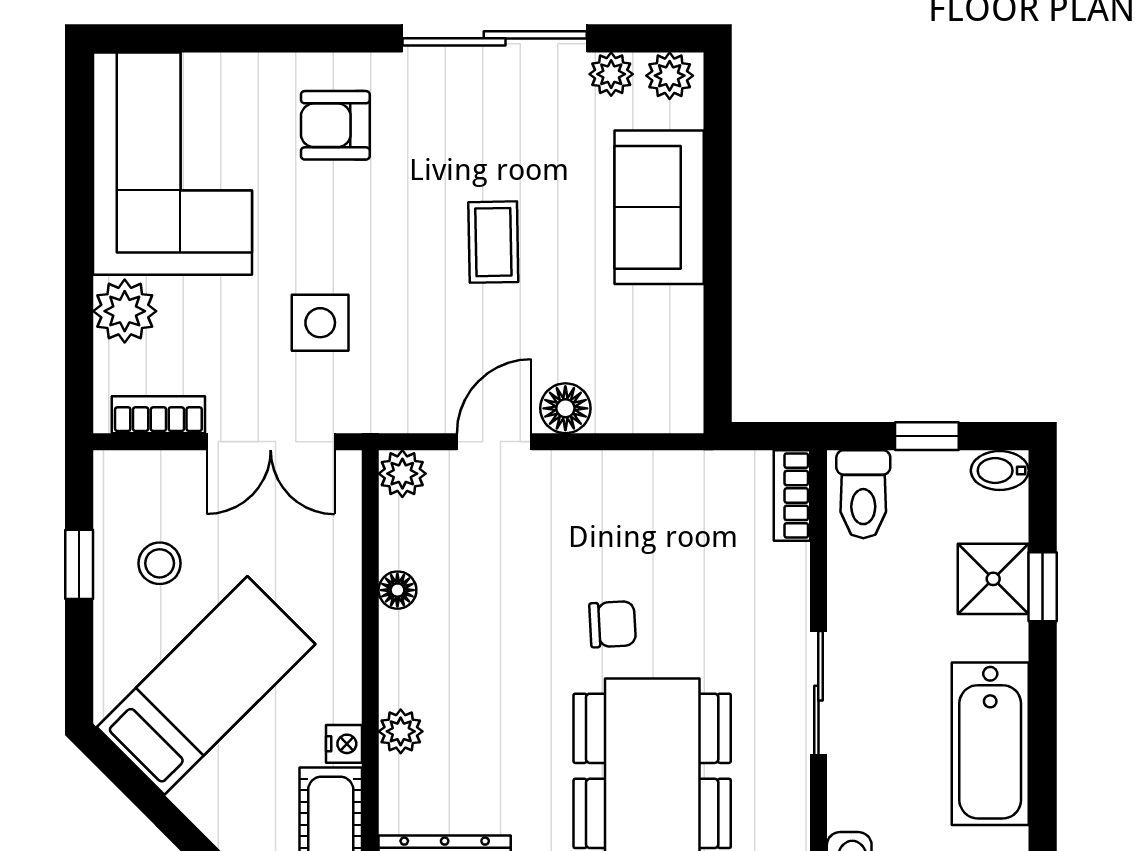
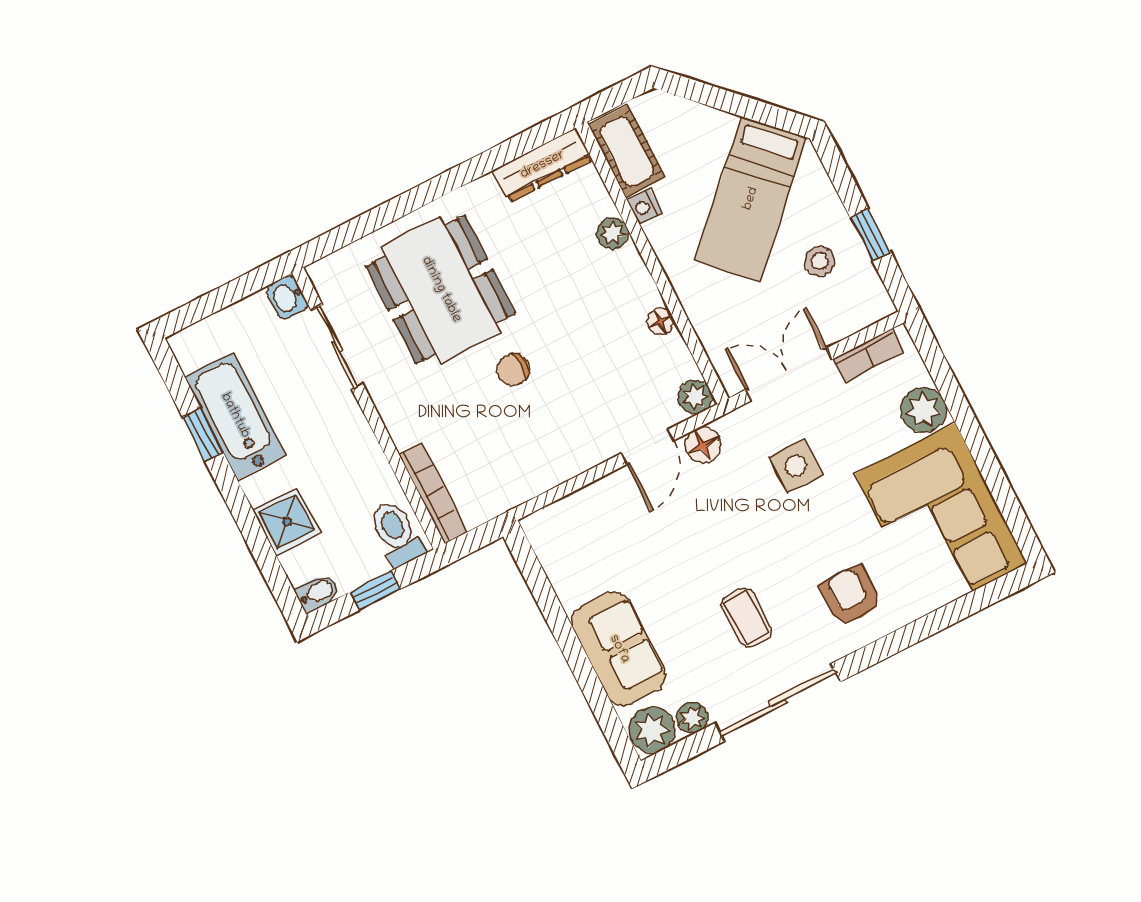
plant: (670, 76) -> (652, 730), width x1.38, depth x1.38
armchair: (335, 125) -> (850, 596), turned -90
coffee table: (493, 242) -> (746, 618), moved
floor lamp: (565, 408) -> (703, 445), moved
bookcase: (792, 495) -> (433, 493), width x1.56
window: (1043, 587) -> (203, 435), moved
sliding door: (818, 693) -> (337, 347), moved

